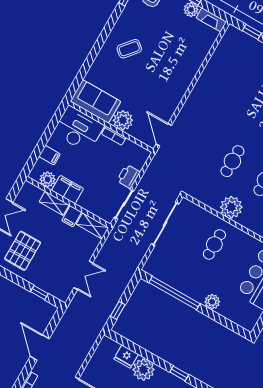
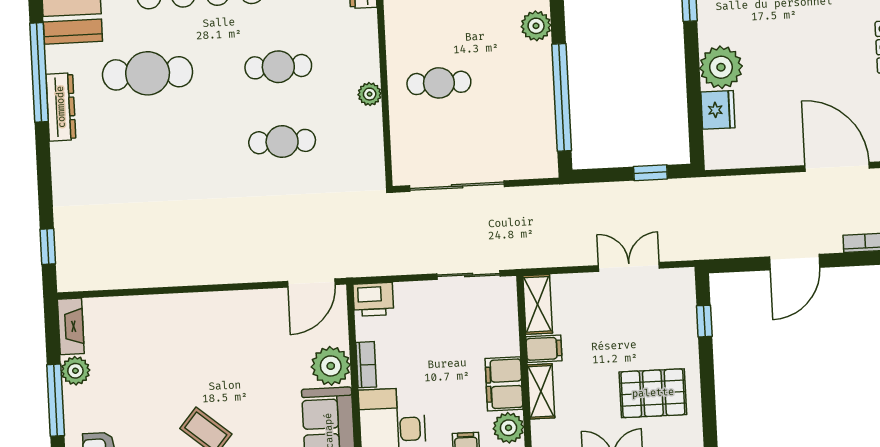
printer: (128, 176) -> (373, 299), moved
plant: (231, 207) -> (370, 94), width x0.53, depth x0.53

